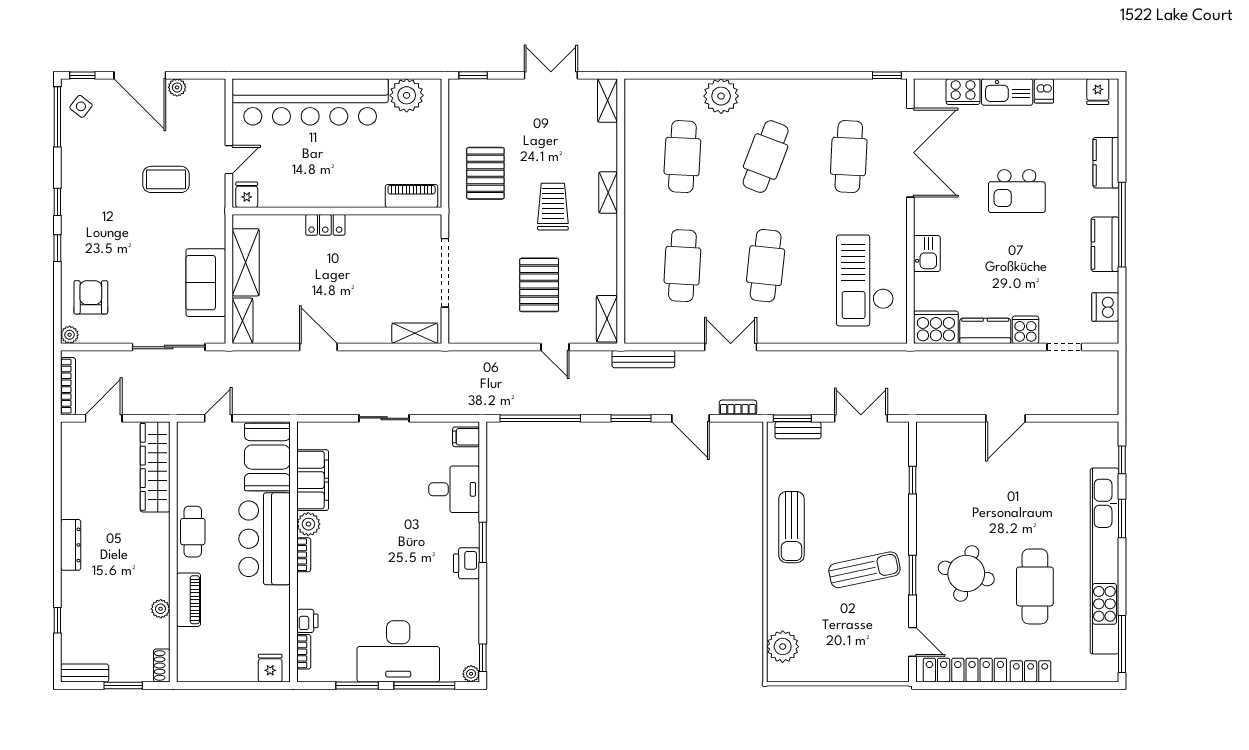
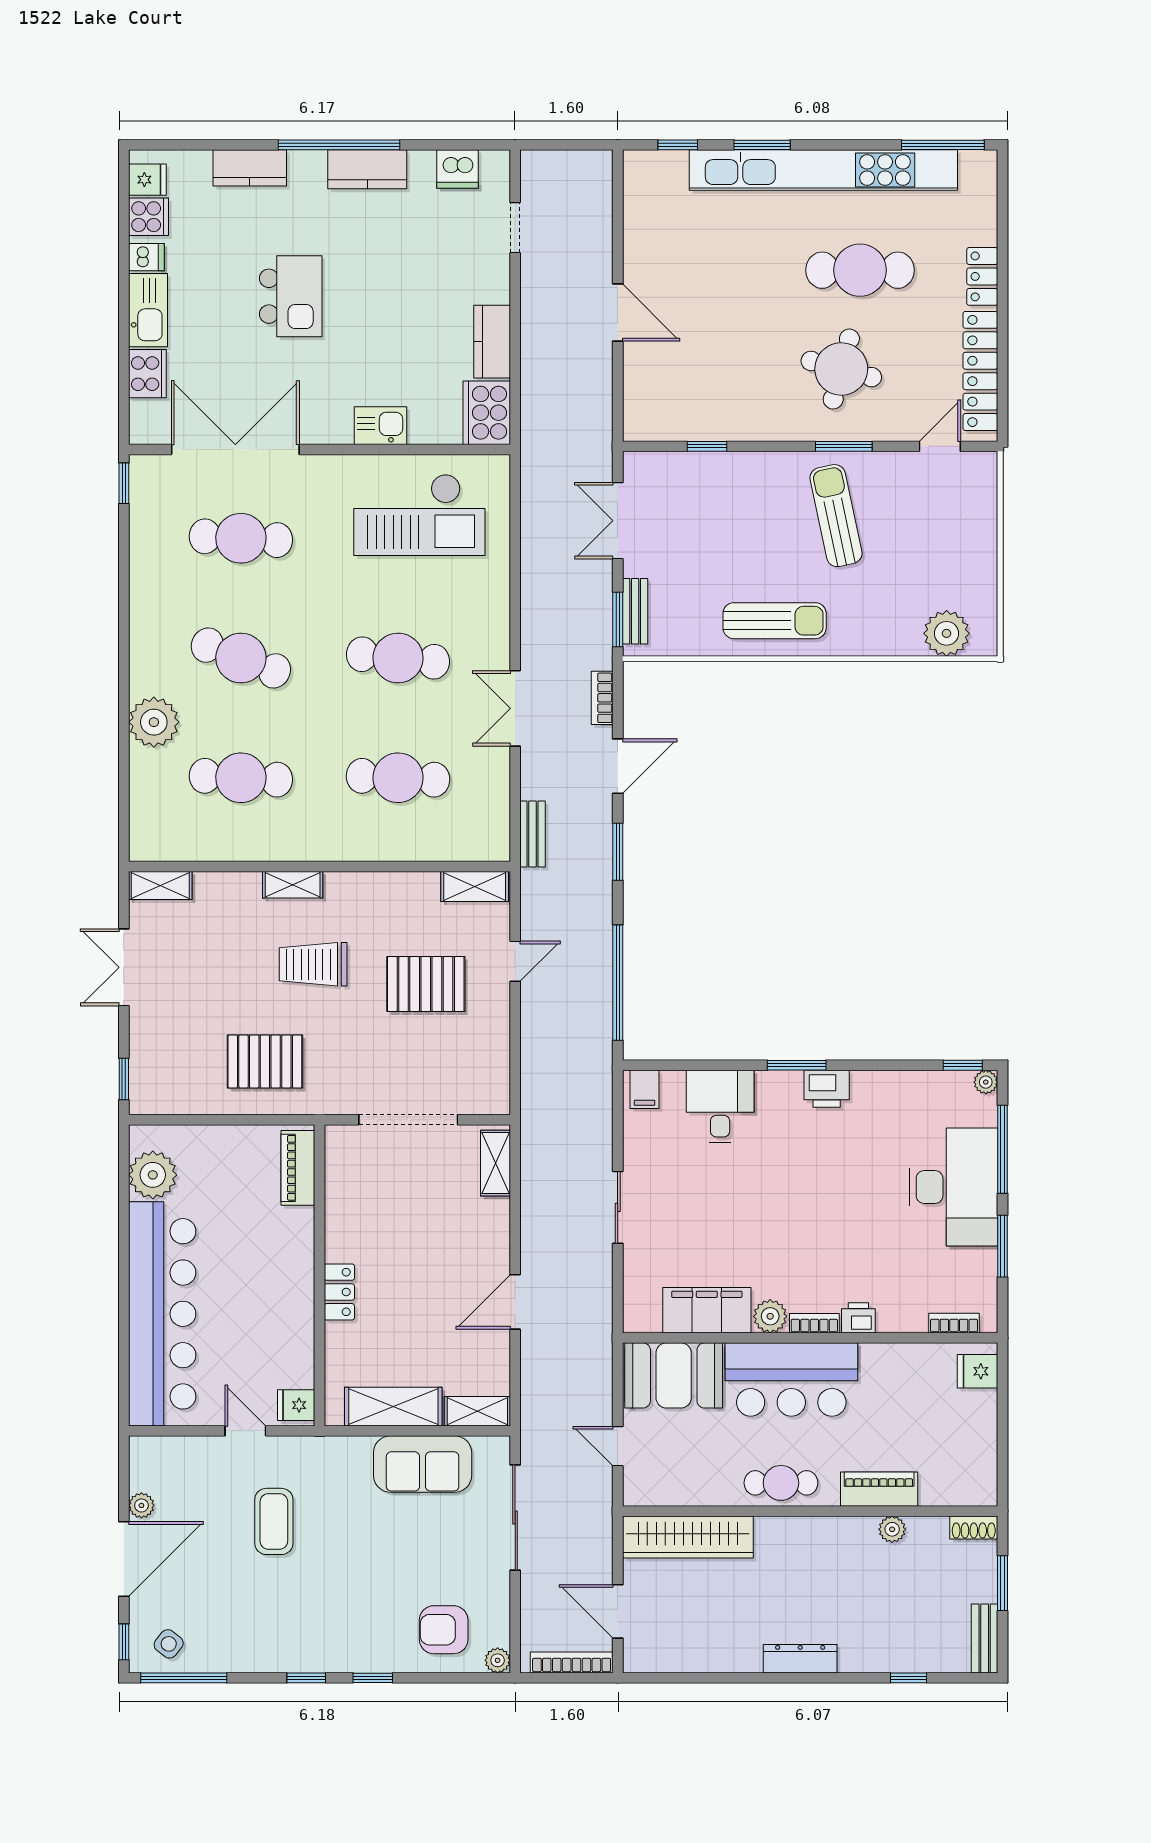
cooker: (1025, 330) -> (149, 217), moved, turned 180
bench: (643, 359) -> (533, 834), width x0.73
printer: (307, 621) -> (858, 1318), moved

